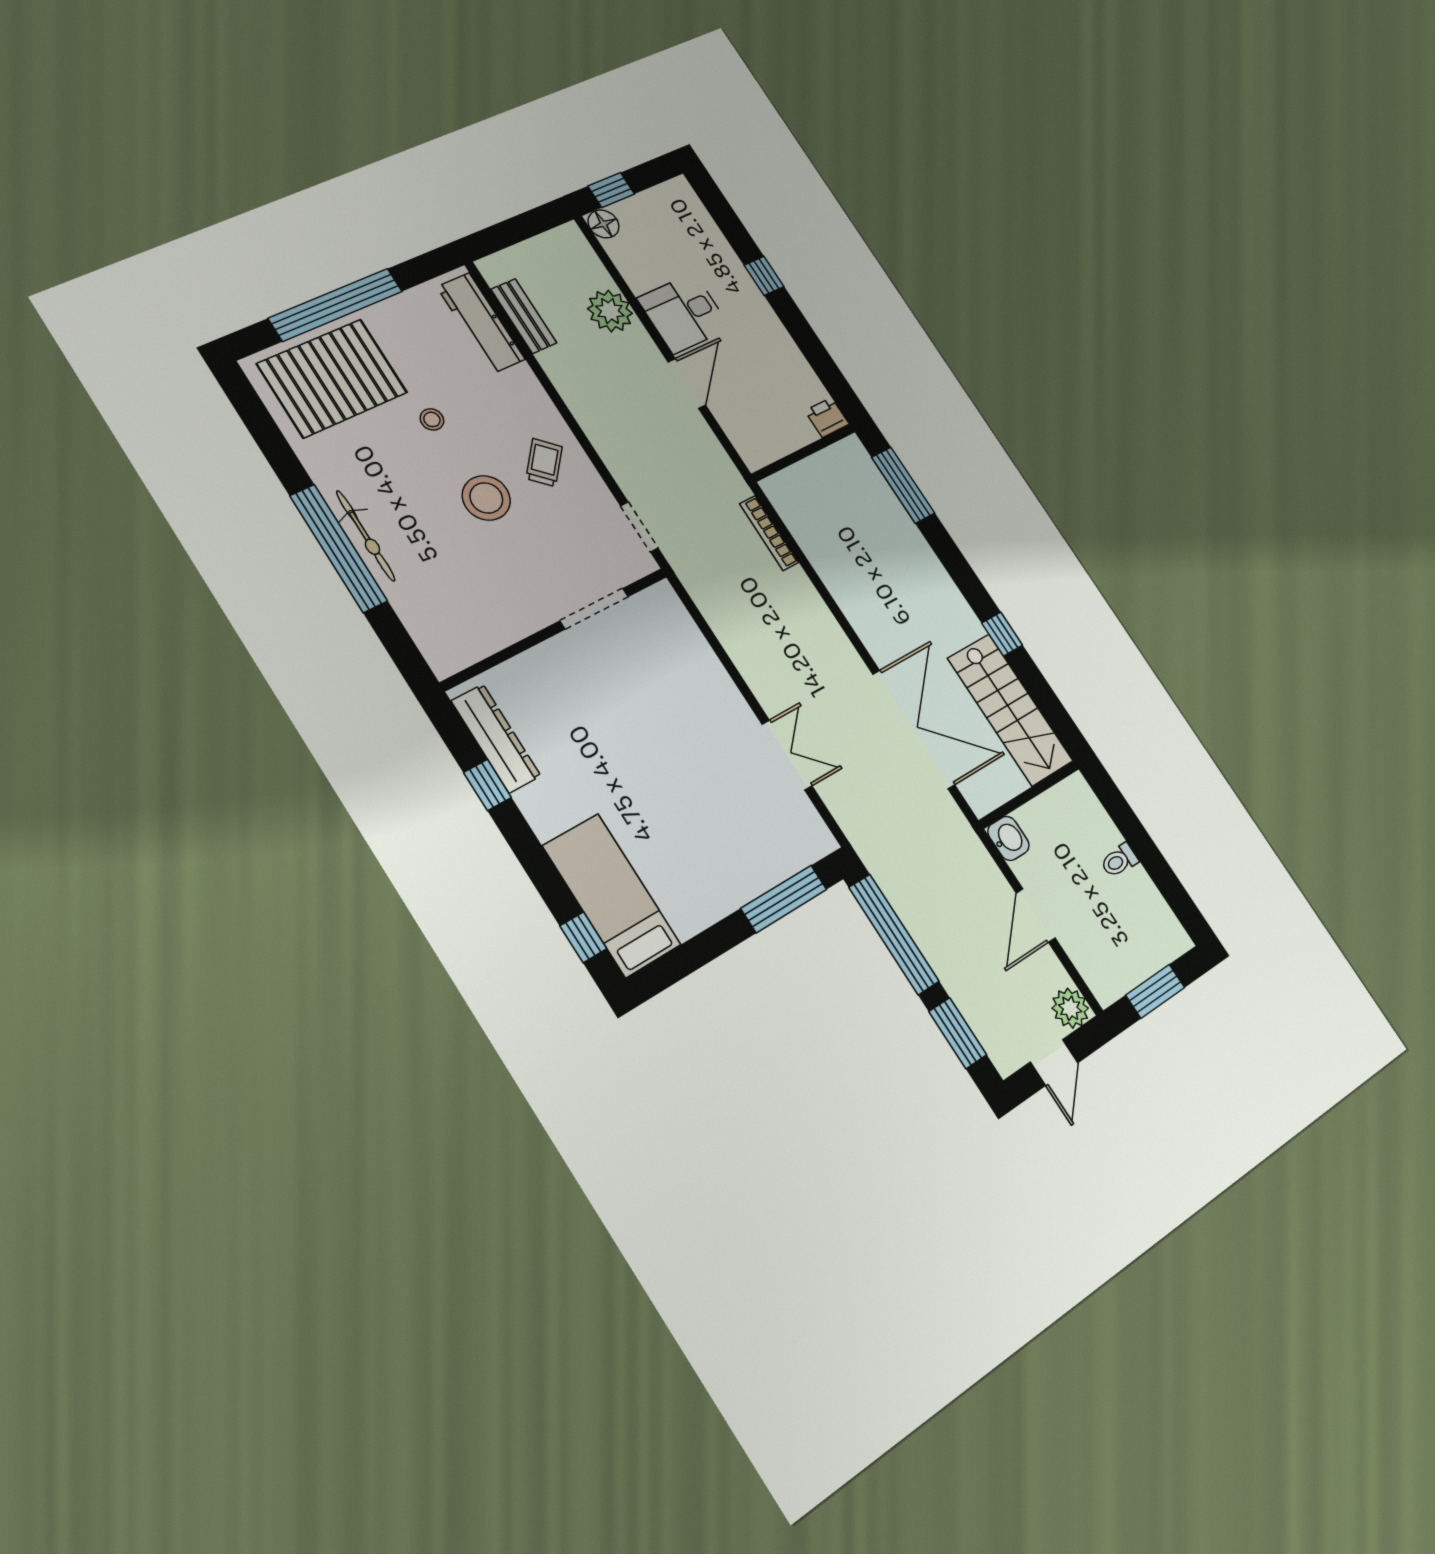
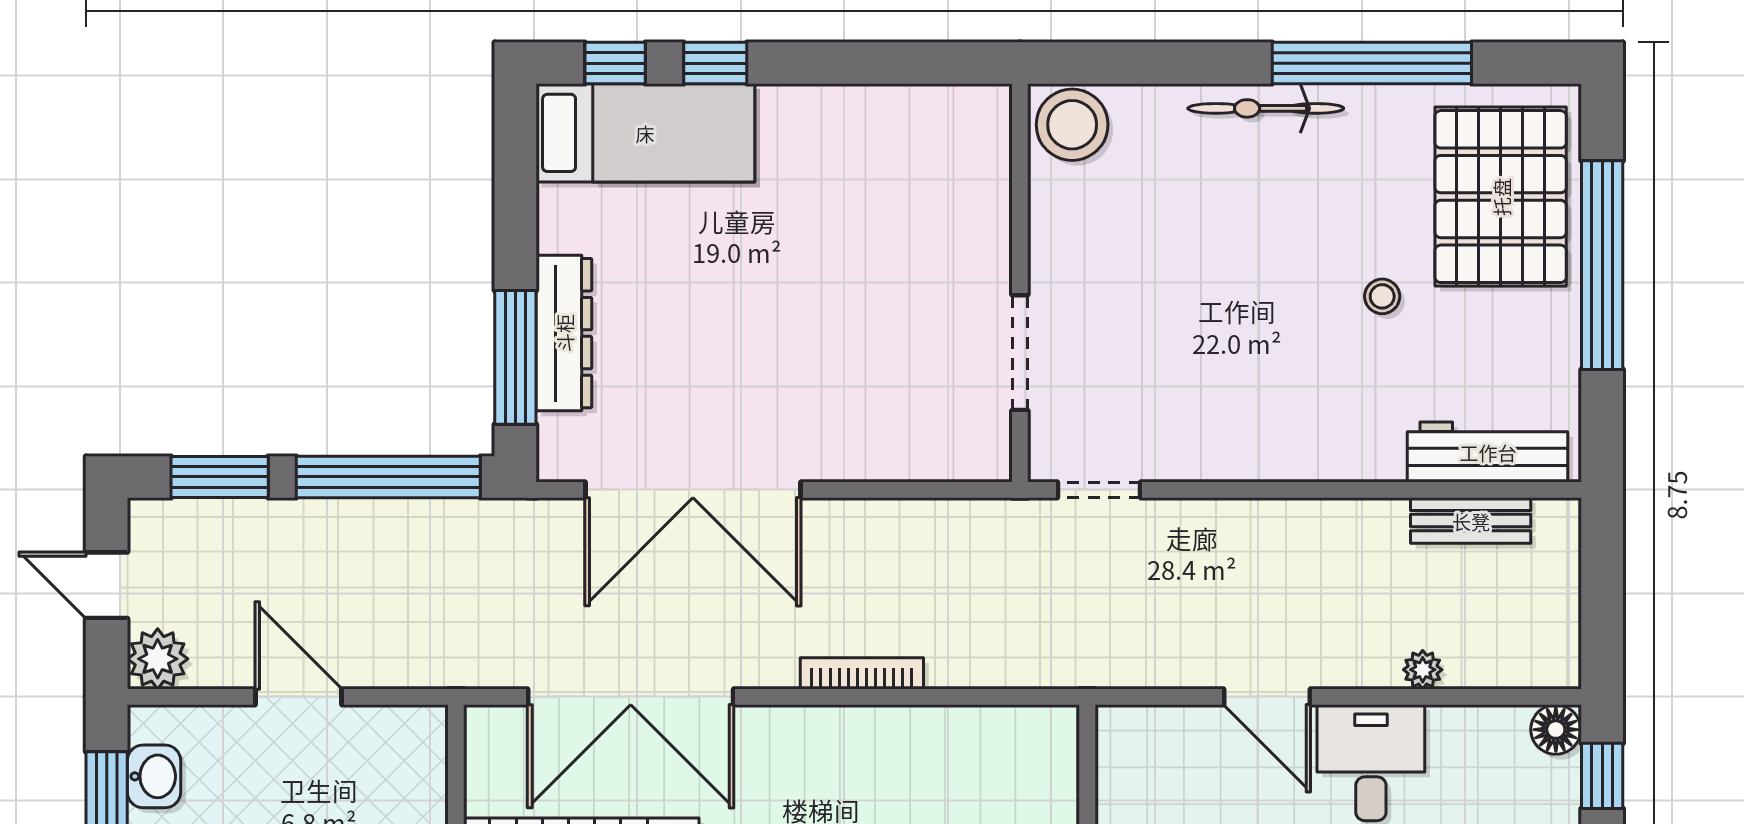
plant: (610, 311) -> (1423, 670), width x0.53, depth x0.53
trolley: (544, 463) -> (1251, 414), removed
stool: (486, 498) -> (1072, 125), moved
bookcase: (769, 533) -> (862, 673), moved
window: (339, 548) -> (1372, 63), moved
dresser: (496, 738) -> (564, 333), moved, turned -90
double door: (787, 755) -> (693, 490), width x1.87
window: (487, 785) -> (715, 63), moved
washbasin: (1008, 838) -> (154, 776), moved, turned -90

